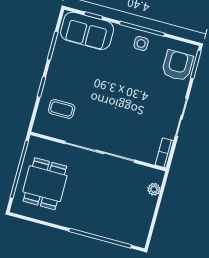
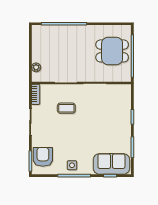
armchair: (177, 66) -> (43, 157), turned 180
coffee table: (62, 109) -> (66, 108), moved
dining table: (45, 184) -> (112, 51), turned 90

